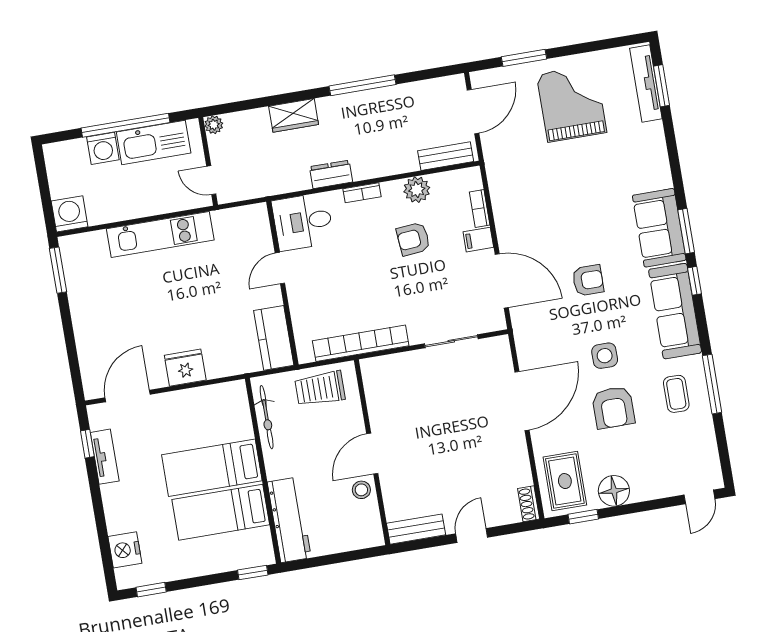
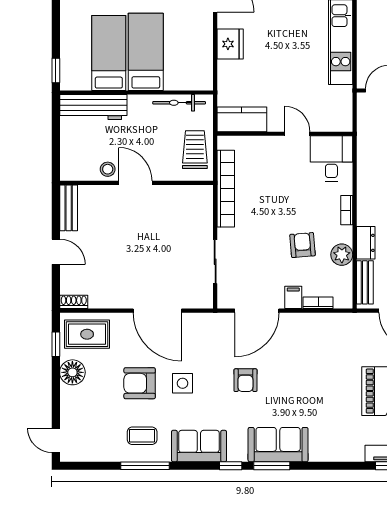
dresser: (331, 174) -> (366, 243), moved
sofa: (675, 311) -> (199, 446), width x0.73

